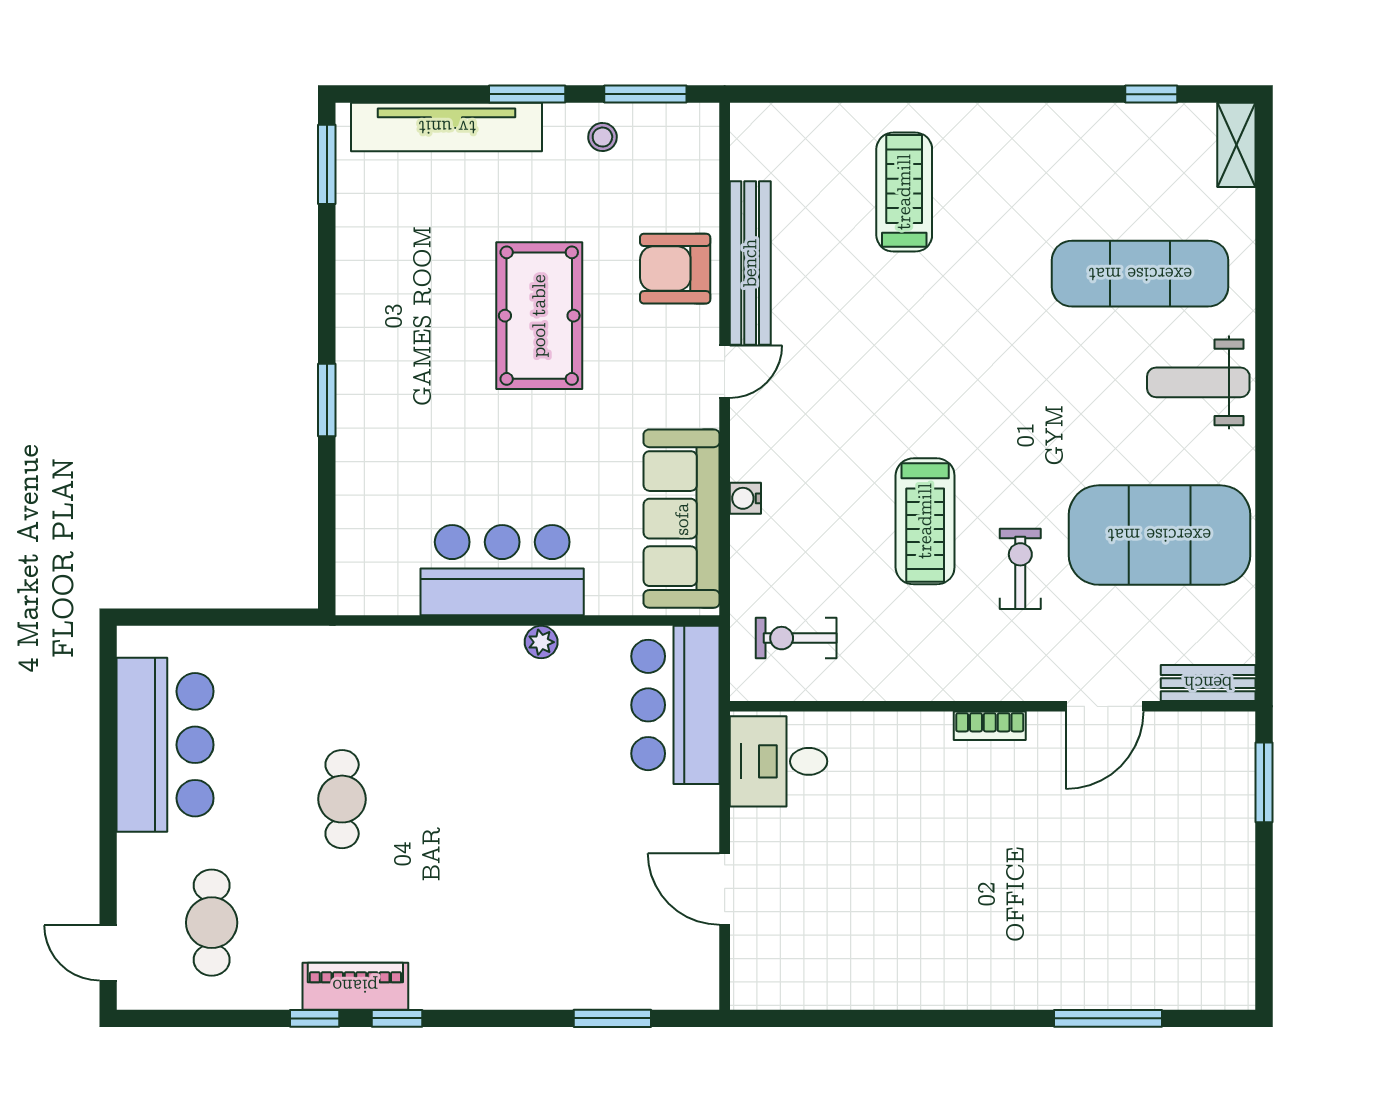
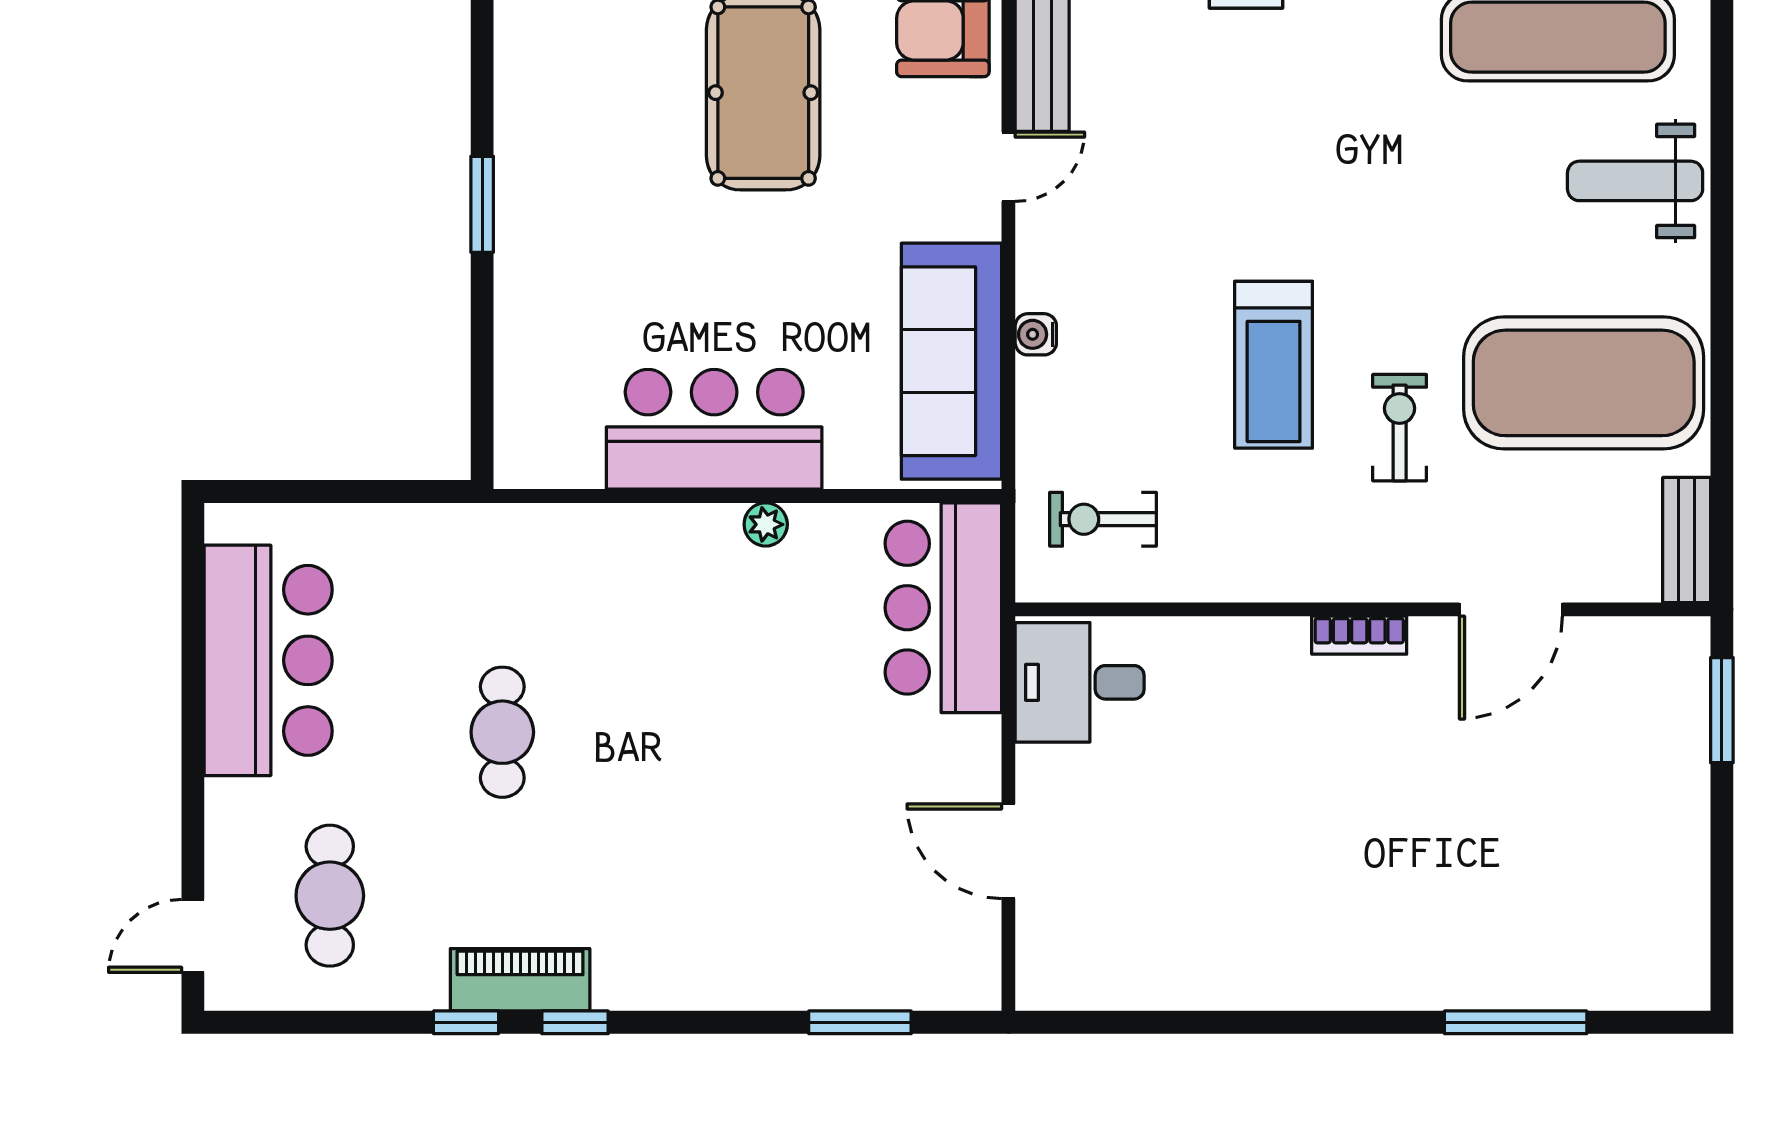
bench: (1208, 683) -> (1687, 540), moved, turned 90
door: (108, 953) -> (193, 936), hinge flipped

